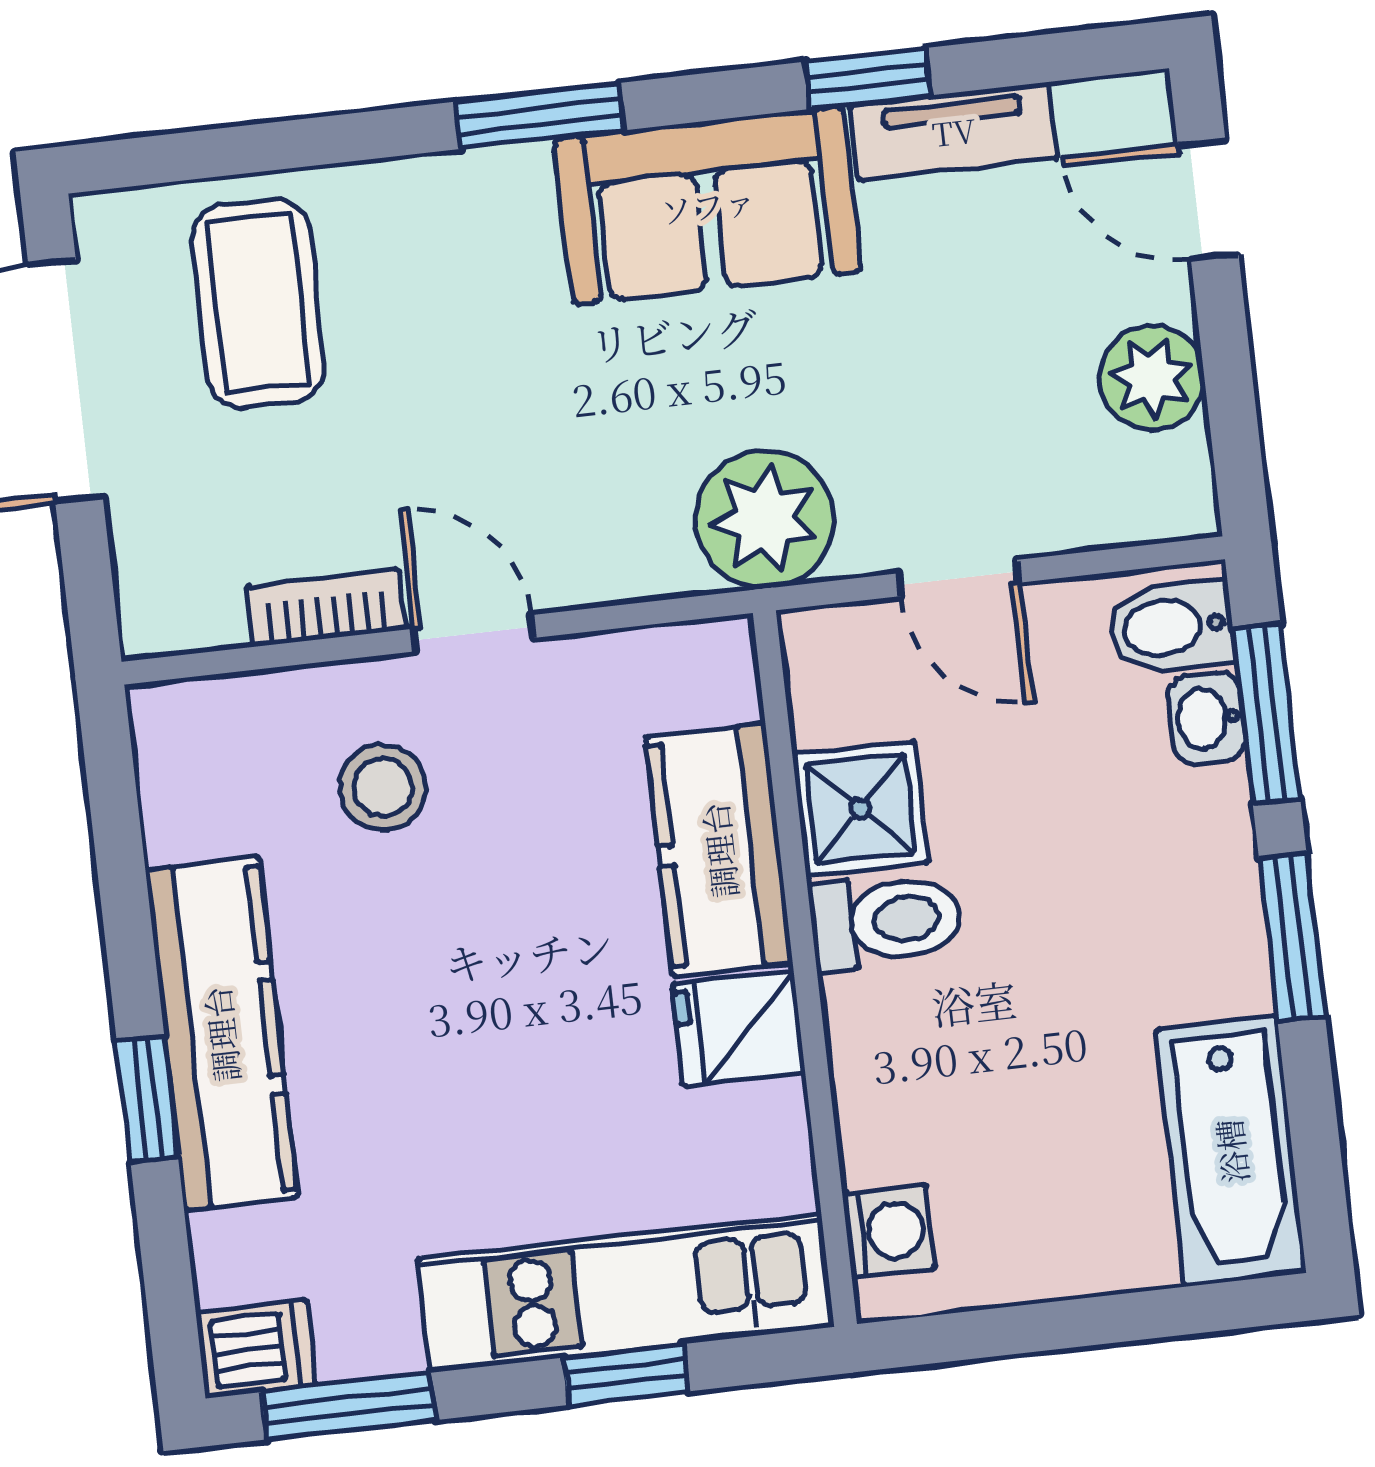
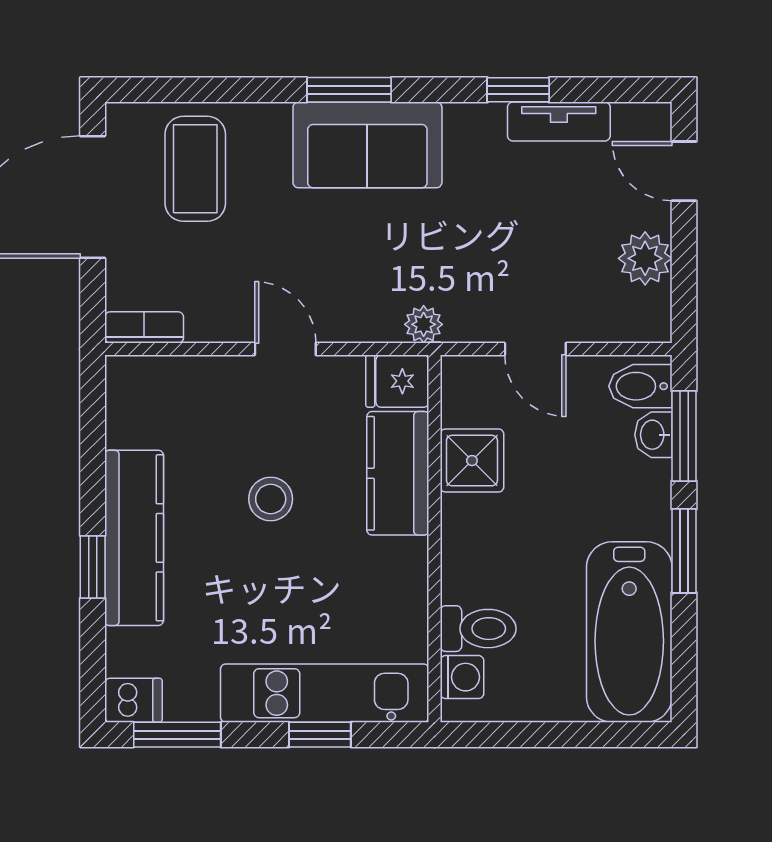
sofa: (708, 205) -> (367, 145), moved
plant: (765, 519) -> (424, 324), width x0.53, depth x0.53
bookcase: (326, 608) -> (144, 327), moved
stool: (383, 787) -> (271, 499), moved
toilet: (885, 921) -> (478, 629), moved
fridge: (739, 1029) -> (397, 381), moved
bathtub: (1231, 1151) -> (629, 632), width x1.36, depth x1.36

